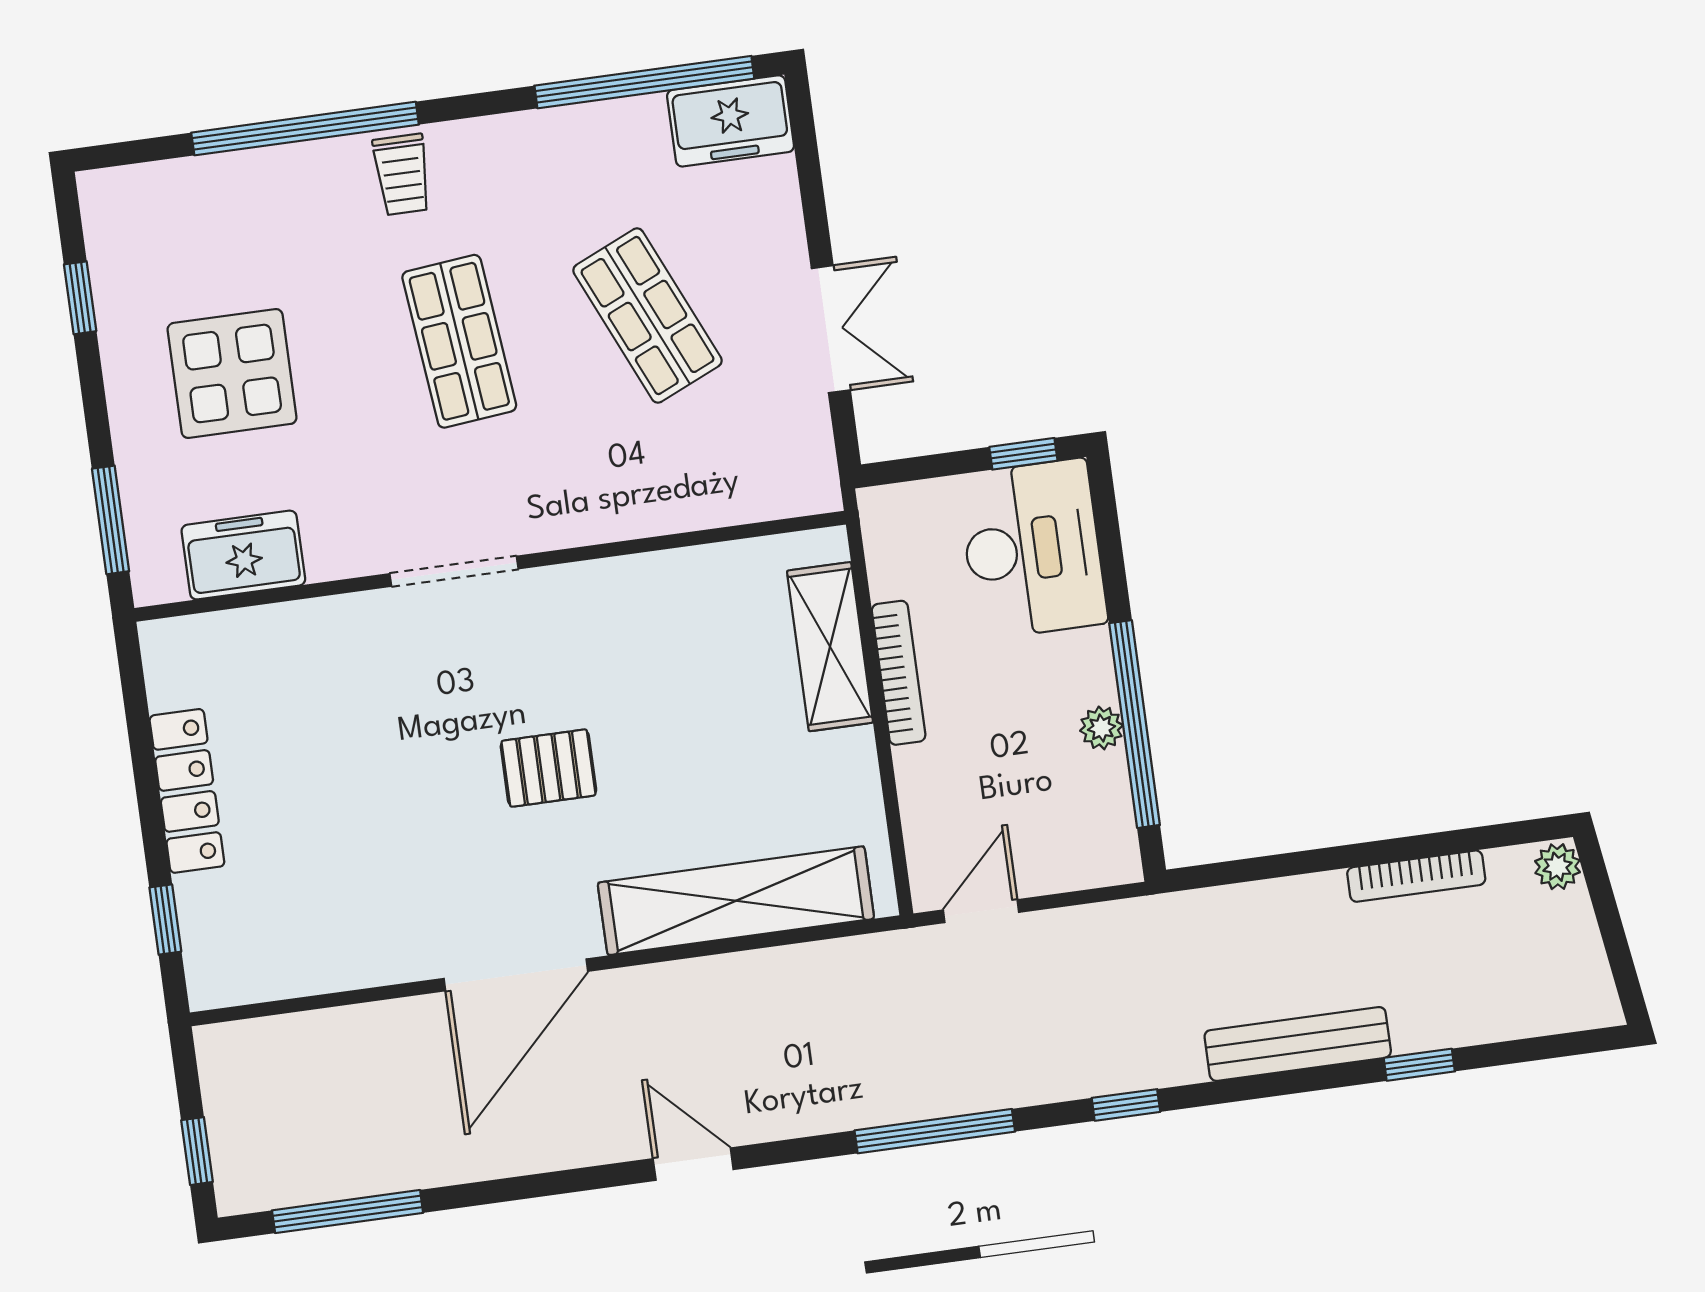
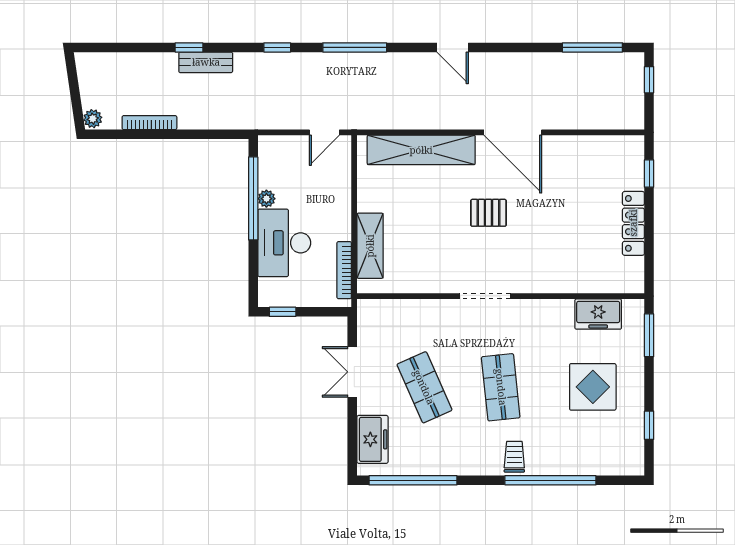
freezer: (731, 121) -> (373, 439), moved, turned 90
desk: (1032, 549) -> (284, 243), moved
doorway: (454, 571) -> (485, 296), moved
bookcase: (899, 673) -> (344, 270), moved
door: (516, 975) -> (513, 132), swing flipped
bench: (1298, 1044) -> (206, 62), width x0.73
window: (1419, 1065) -> (189, 47), moved

